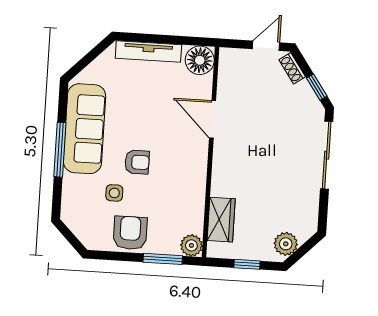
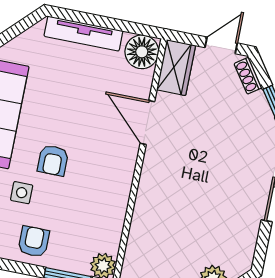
armchair: (137, 162) -> (53, 160), turned 90
wardrobe: (221, 220) -> (176, 68), moved
armchair: (130, 233) -> (34, 242), width x0.72, depth x0.72

